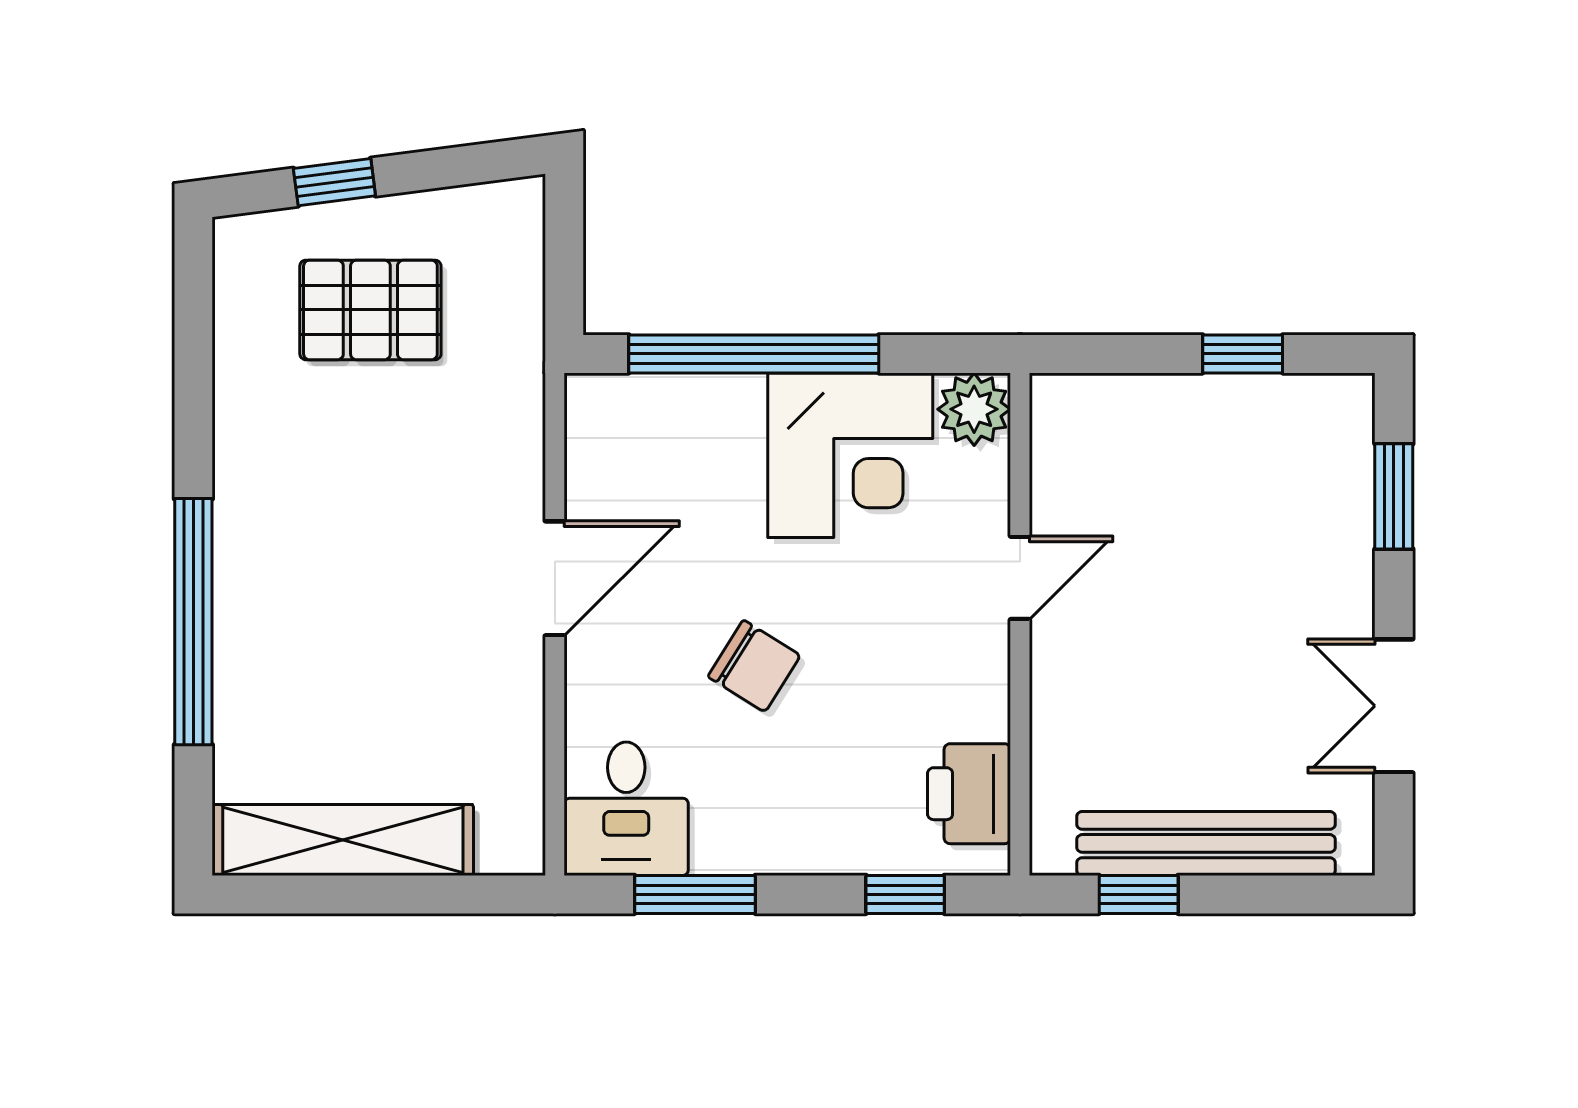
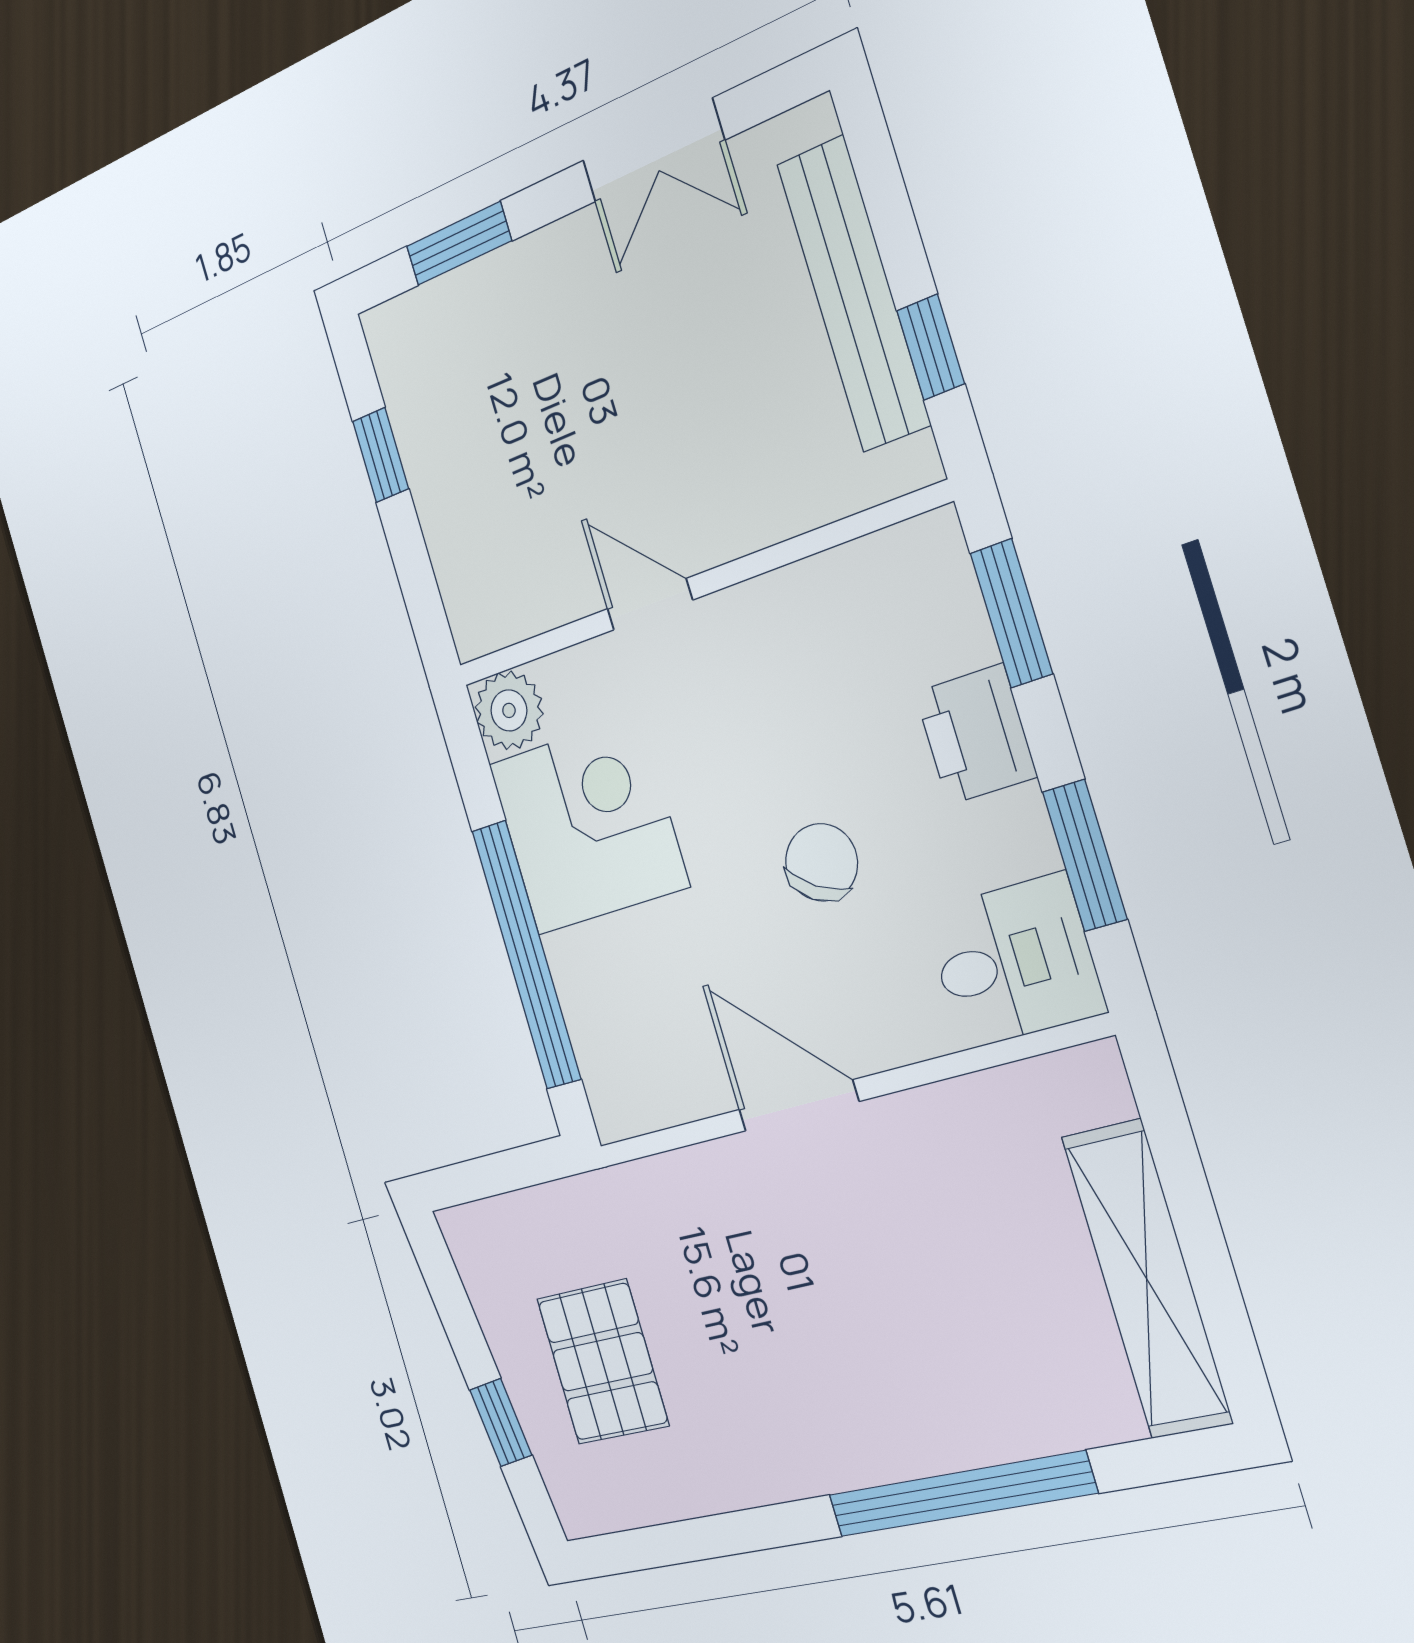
printer: (969, 794) -> (976, 734), moved, turned 90
window: (905, 894) -> (1011, 613), width x1.50

